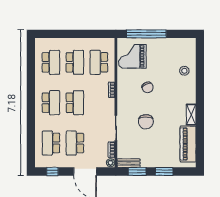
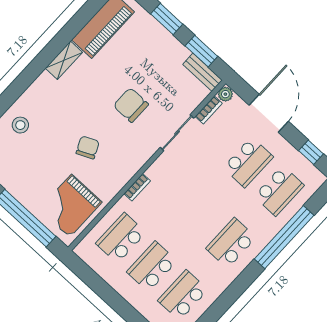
grand piano: (132, 56) -> (71, 206), turned 90
school desk: (99, 62) -> (121, 238), turned 180
school desk: (75, 103) -> (200, 214), removed
chair: (146, 122) -> (131, 105), turned -90
window: (31, 126) -> (284, 237), added

